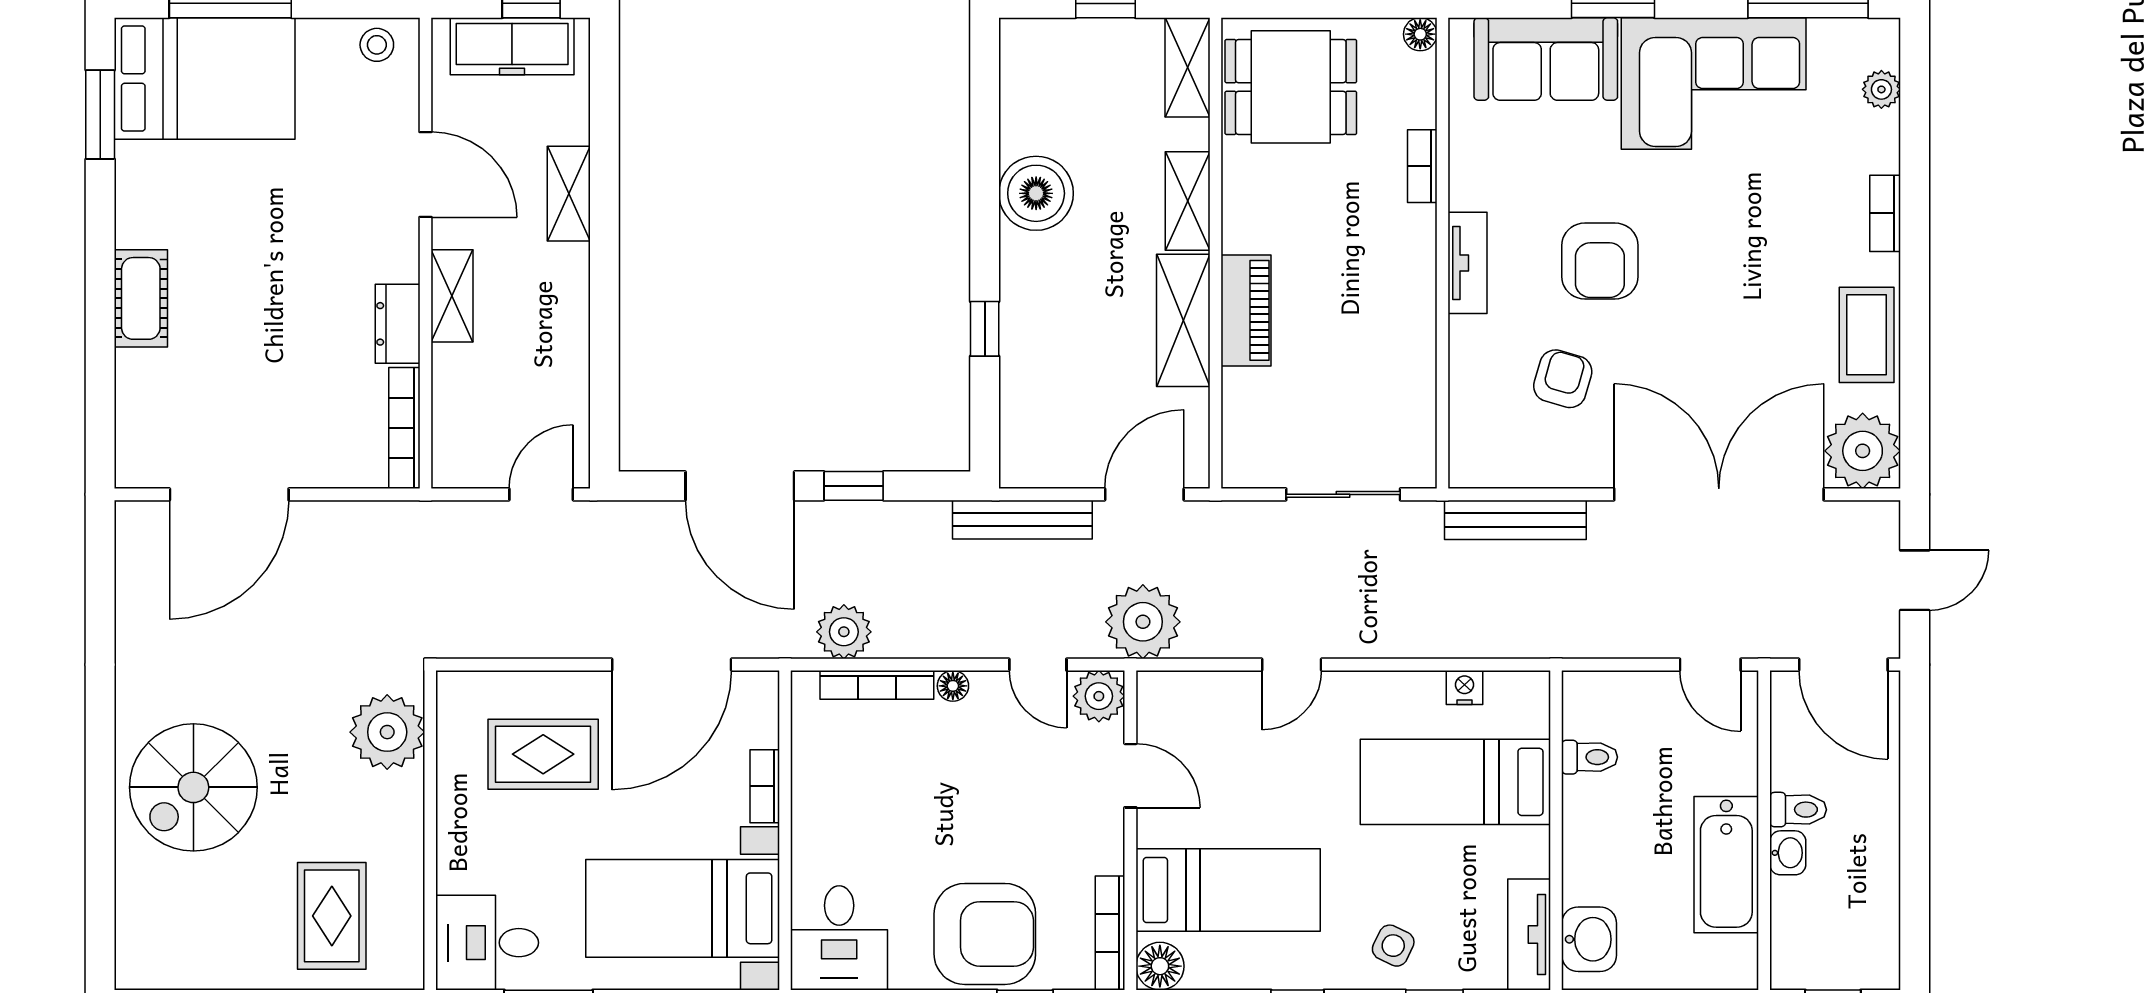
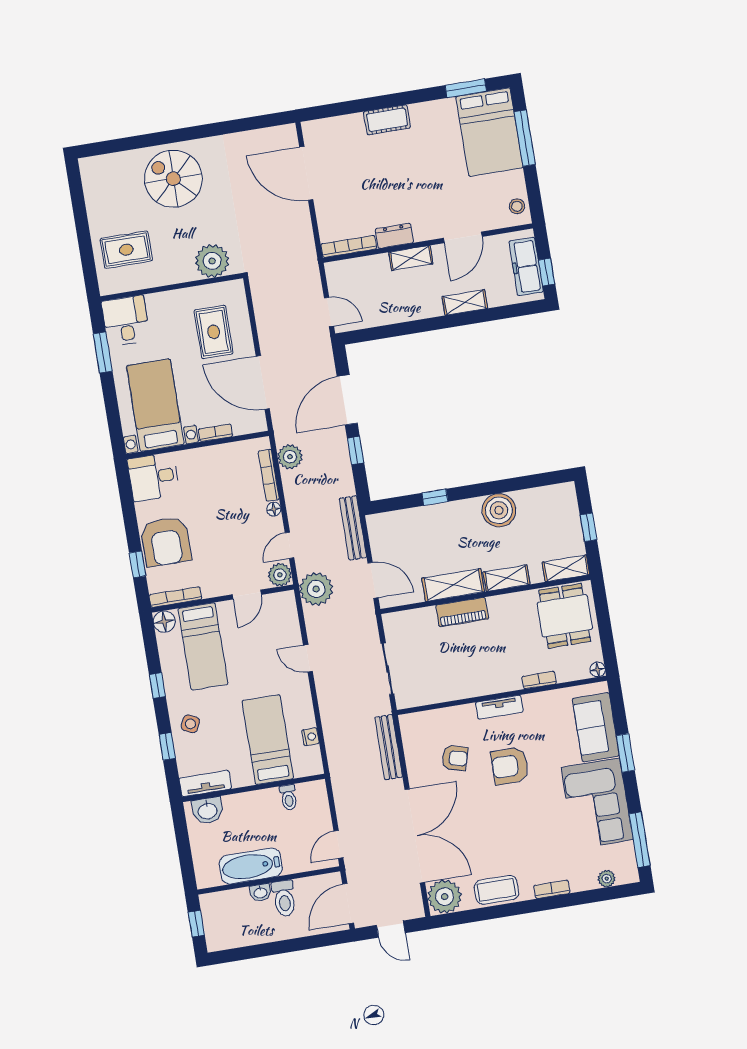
toilet: (1798, 810) -> (284, 898), width x1.37, depth x1.39

